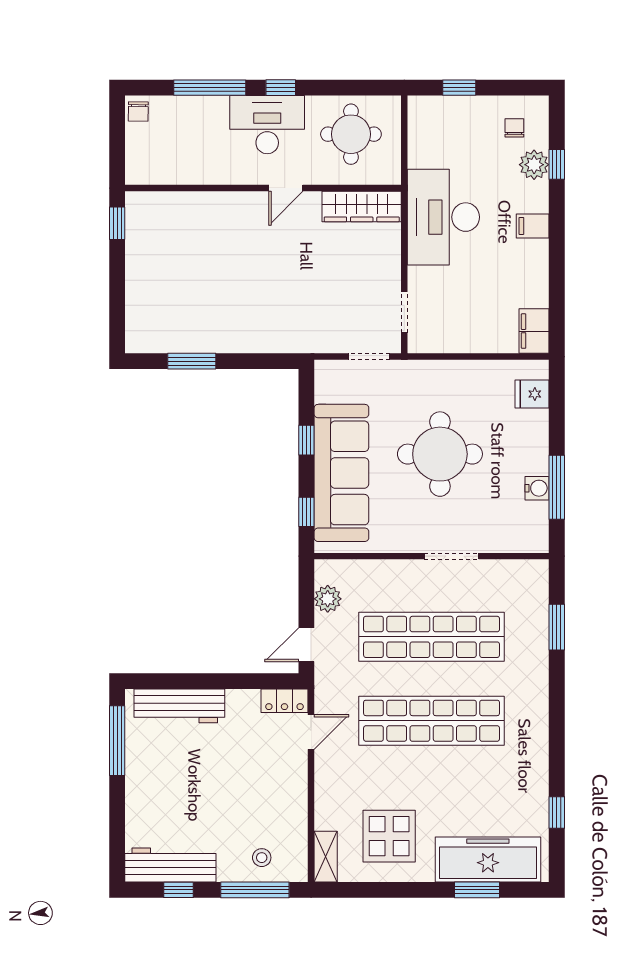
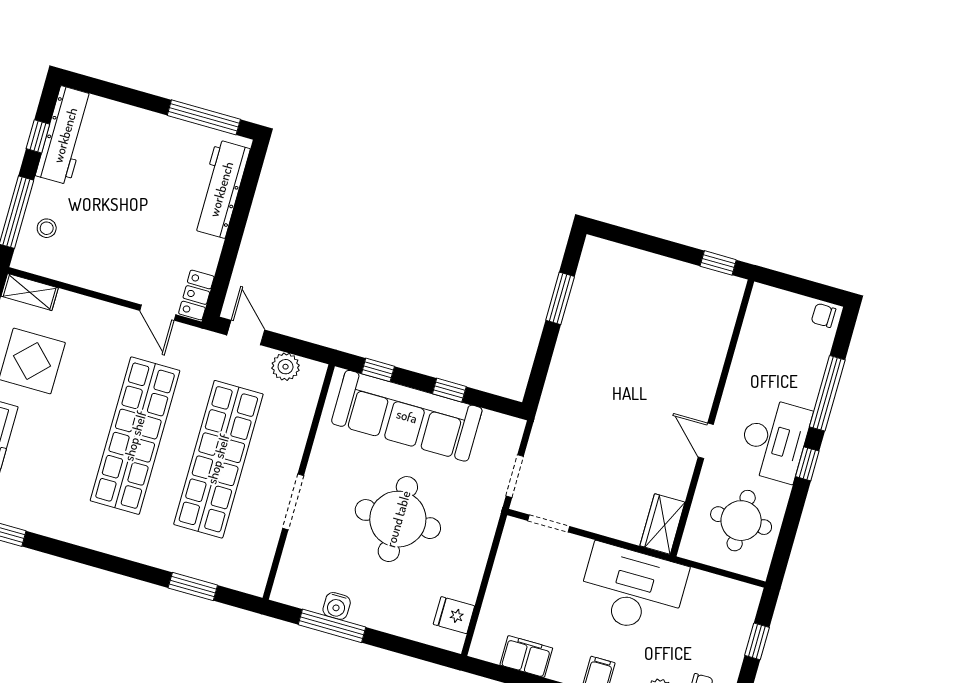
wardrobe: (362, 206) -> (662, 524), width x0.67
filing cabinet: (534, 331) -> (526, 656), moved
fridge: (532, 394) -> (454, 615), moved, turned -90

